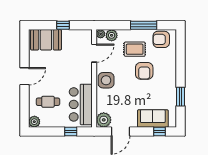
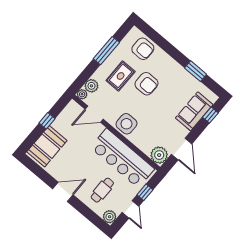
armchair: (161, 39) -> (143, 49), moved, turned -90
door: (94, 53) -> (94, 114), swing flipped
door: (24, 76) -> (63, 192), hinge flipped
bar counter: (81, 104) -> (122, 158), width x1.36
door: (51, 132) -> (130, 209), added

